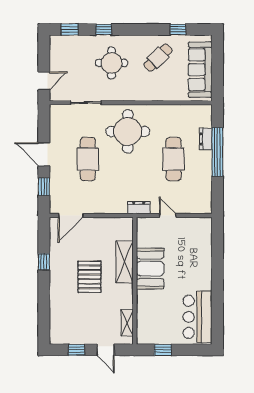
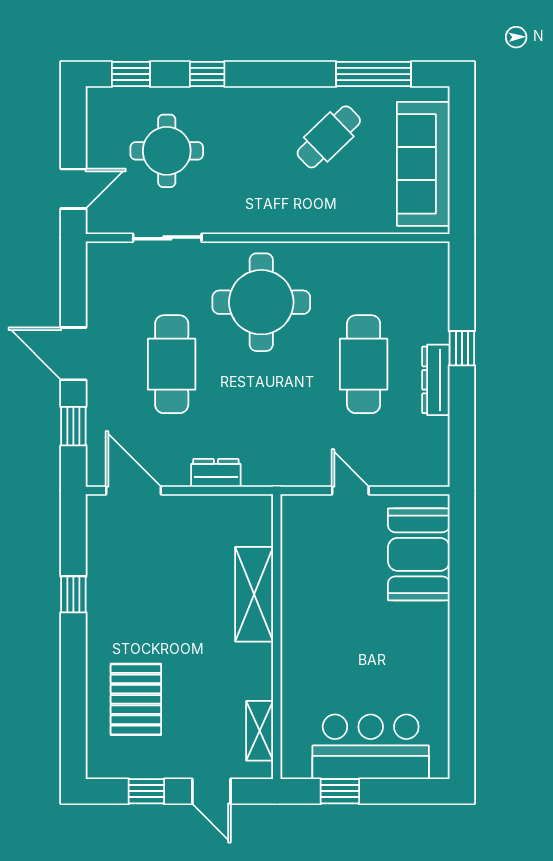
window: (178, 30) -> (374, 74), width x2.17
round table: (112, 63) -> (167, 151), moved
dresser: (206, 139) -> (436, 380), moved, width x1.44
window: (217, 152) -> (462, 348), width x0.32
dresser: (139, 208) -> (216, 473), moved
door: (71, 216) -> (133, 491), swing flipped
booth: (150, 269) -> (419, 554), moved
pallet: (89, 277) -> (136, 699), moved
bar counter: (198, 317) -> (371, 747), moved, turned 90

